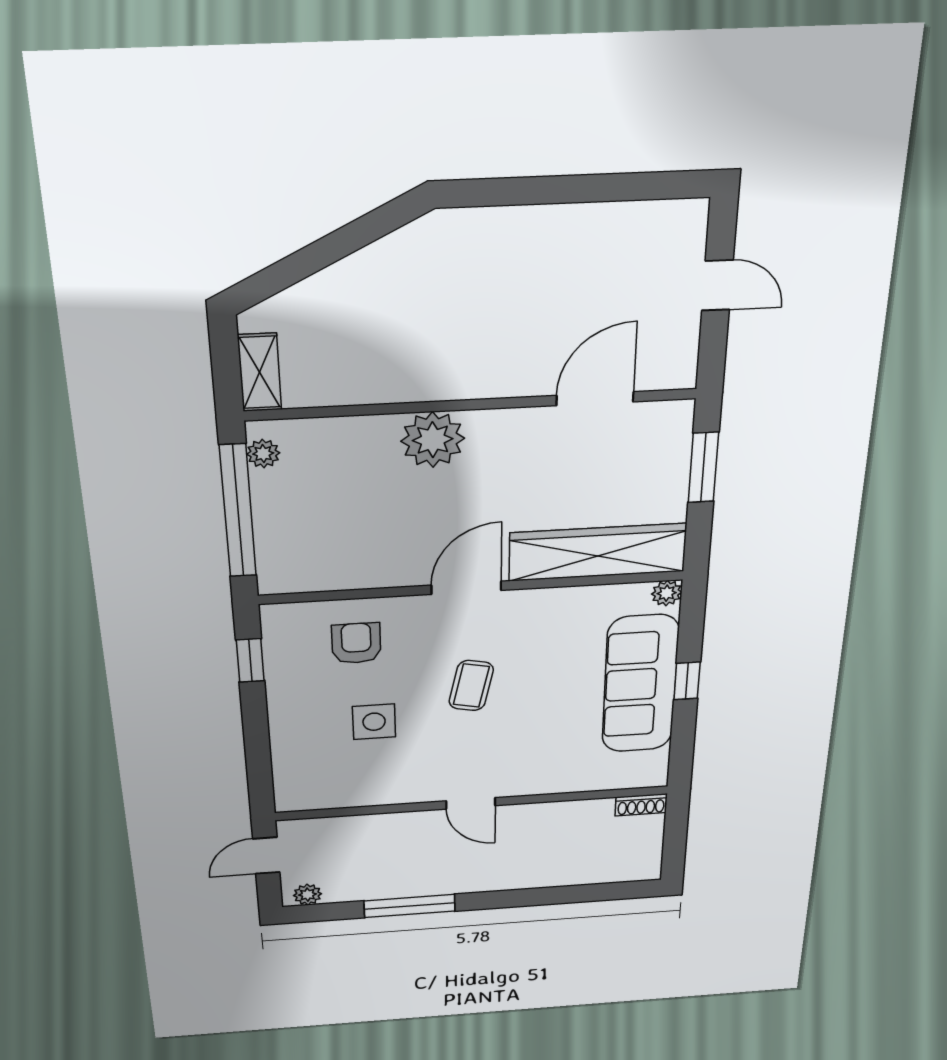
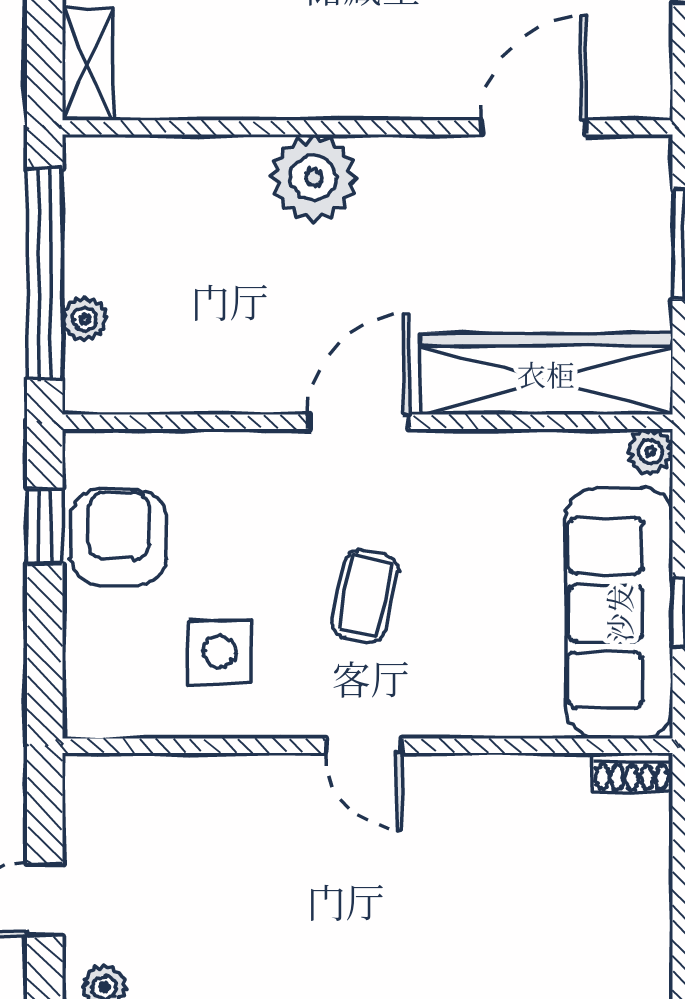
plant: (263, 454) -> (85, 319), moved
armchair: (356, 643) -> (119, 537), moved, width x1.38, depth x1.38
door: (471, 803) -> (364, 746), moved
wall: (473, 803) -> (367, 746), moved
shoe rack: (641, 805) -> (632, 772), moved

